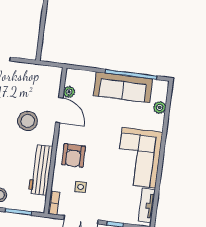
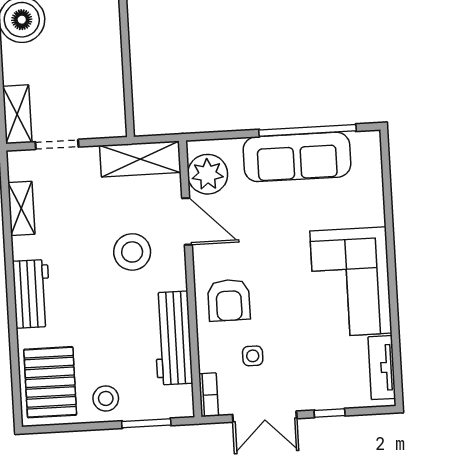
shelving: (41, 73) -> (140, 159), added
plant: (69, 92) -> (208, 174), width x1.88, depth x1.88
plant: (160, 107) -> (372, 182), removed

